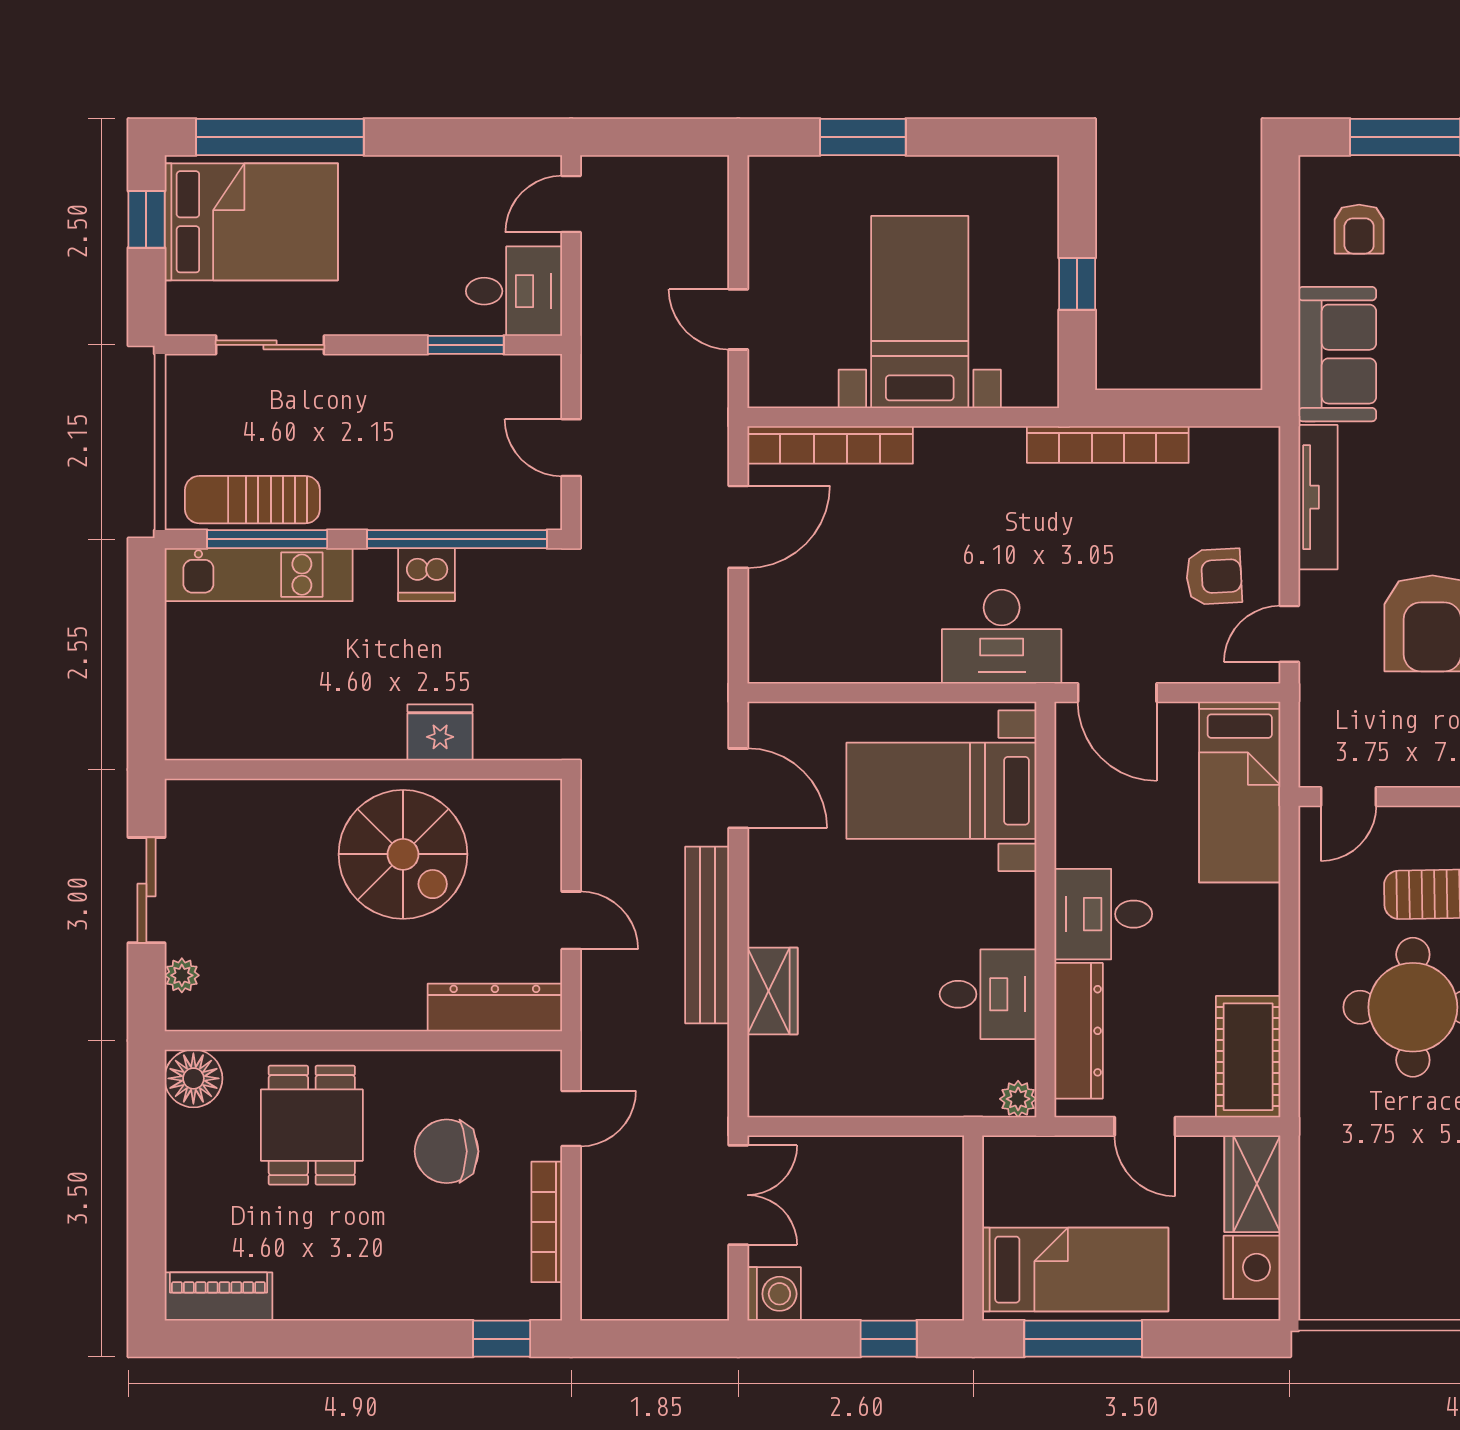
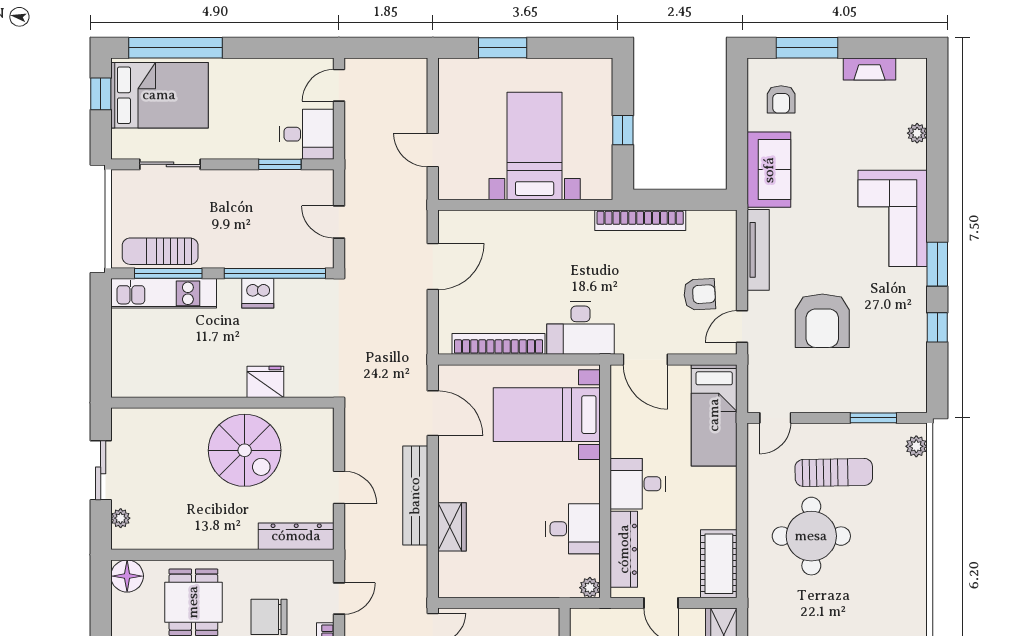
bookcase: (830, 445) -> (498, 344), moved, turned 180

